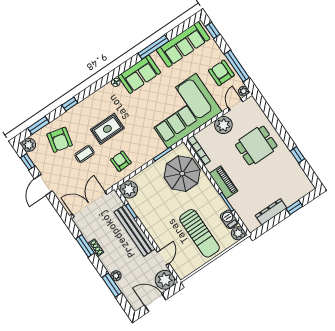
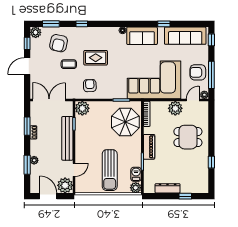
window: (153, 47) -> (164, 24), width x0.46
armchair: (221, 73) -> (198, 72), turned -90

